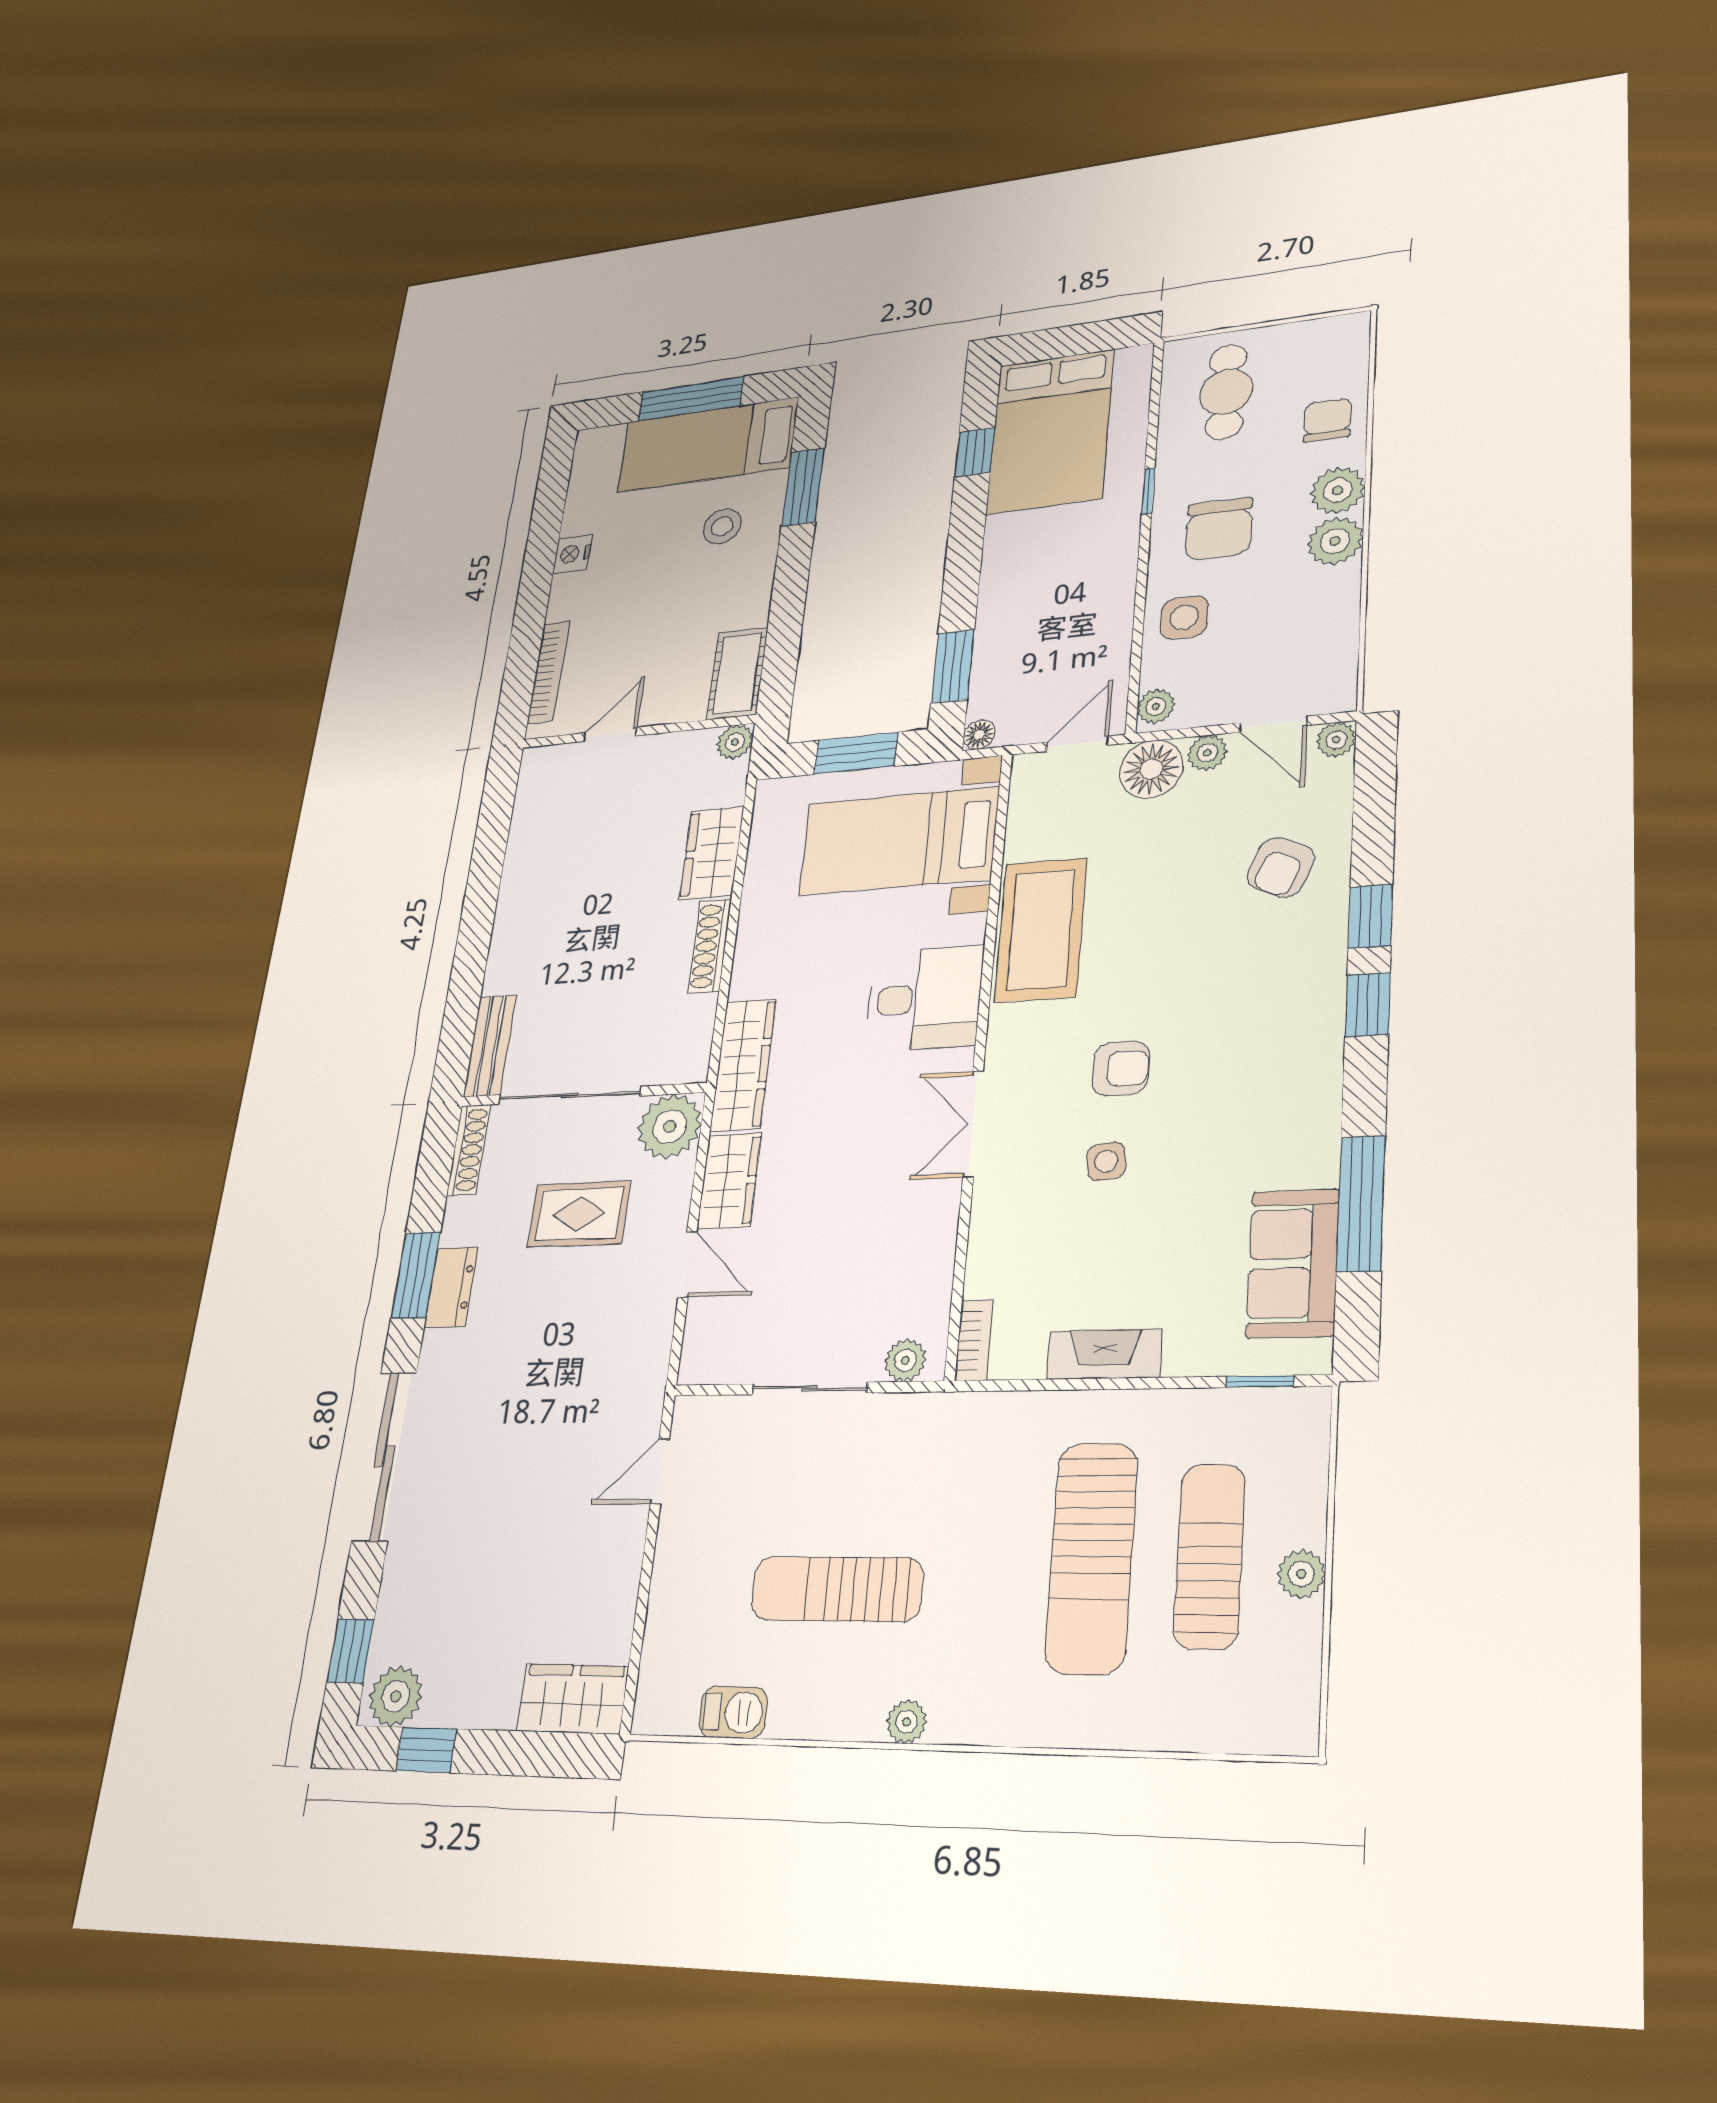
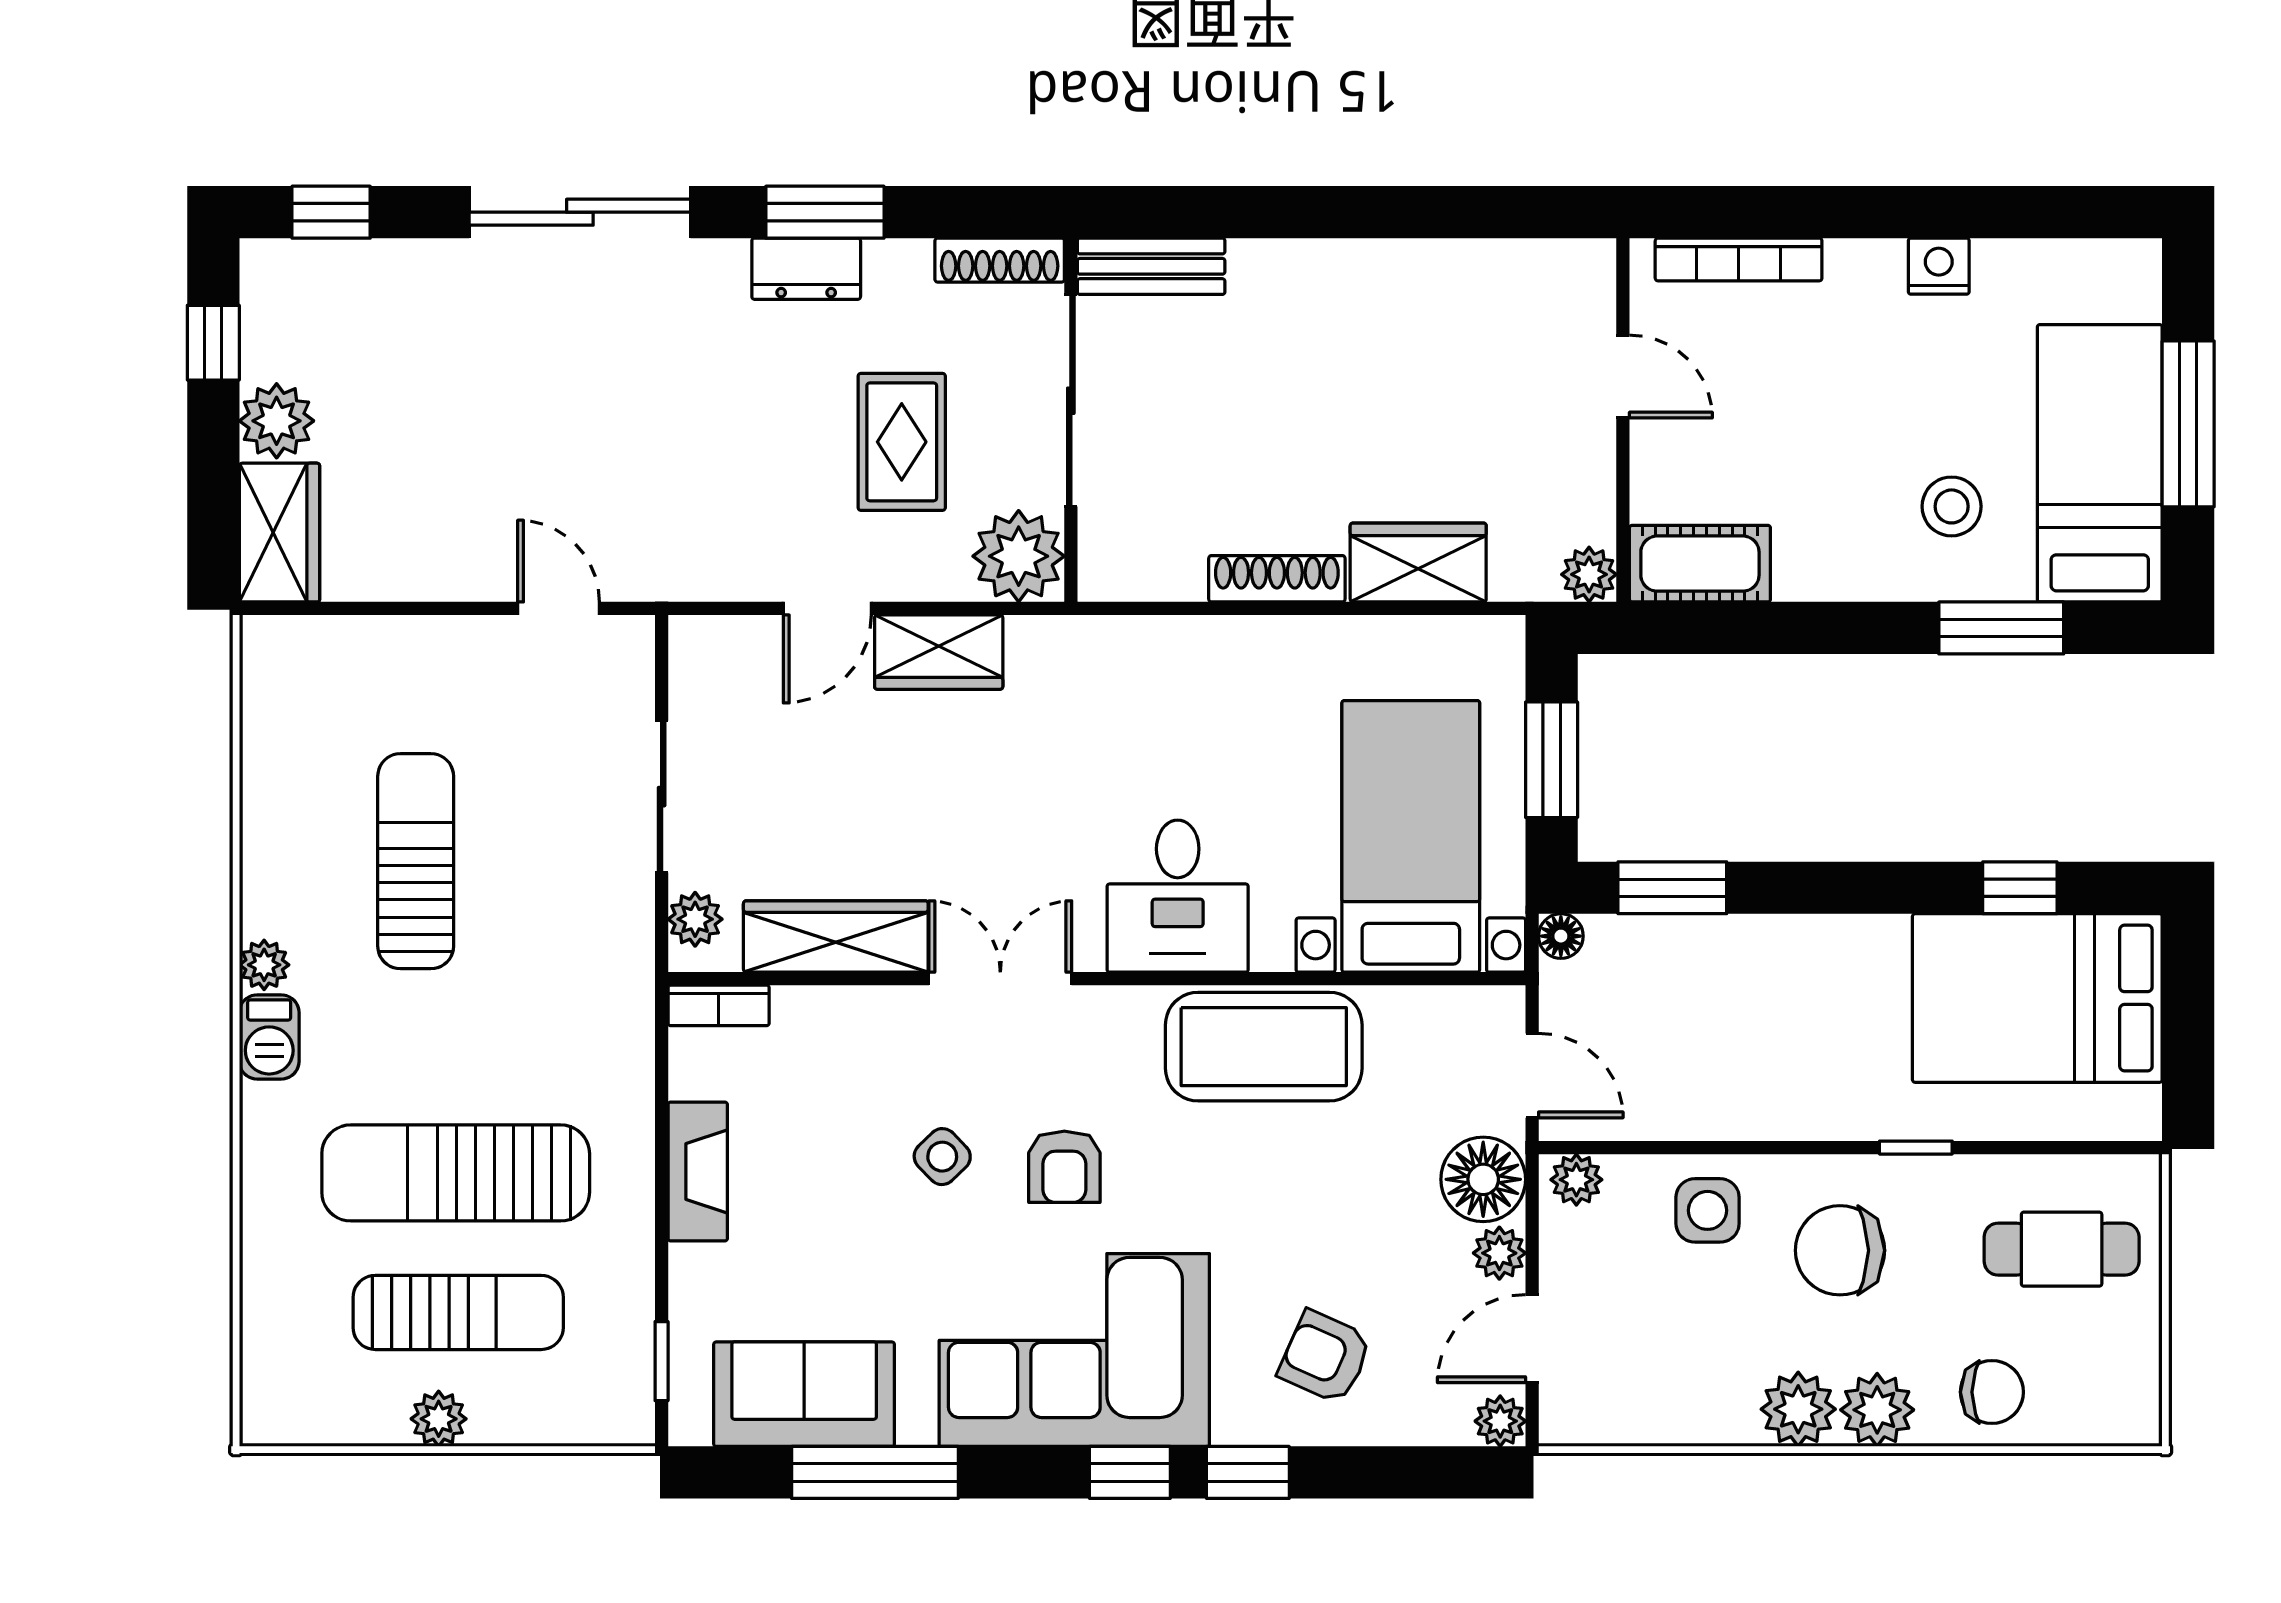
corner sofa: (1266, 1053) -> (1074, 1350), added
wardrobe: (743, 1065) -> (836, 937), moved, turned 180
side table: (1106, 1161) -> (942, 1157), turned -37
plant: (396, 1696) -> (277, 421), moved
barbecue: (733, 1712) -> (269, 1037), moved

